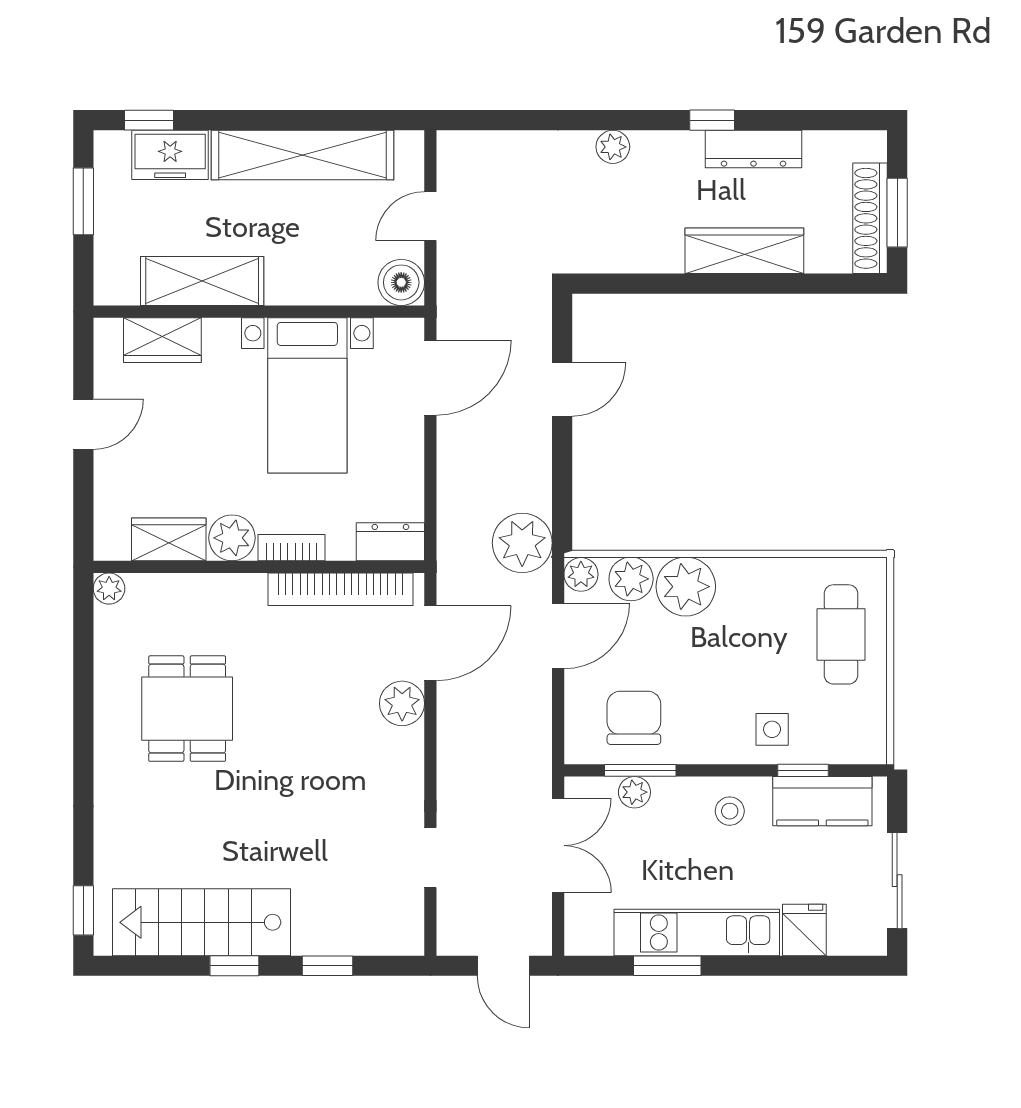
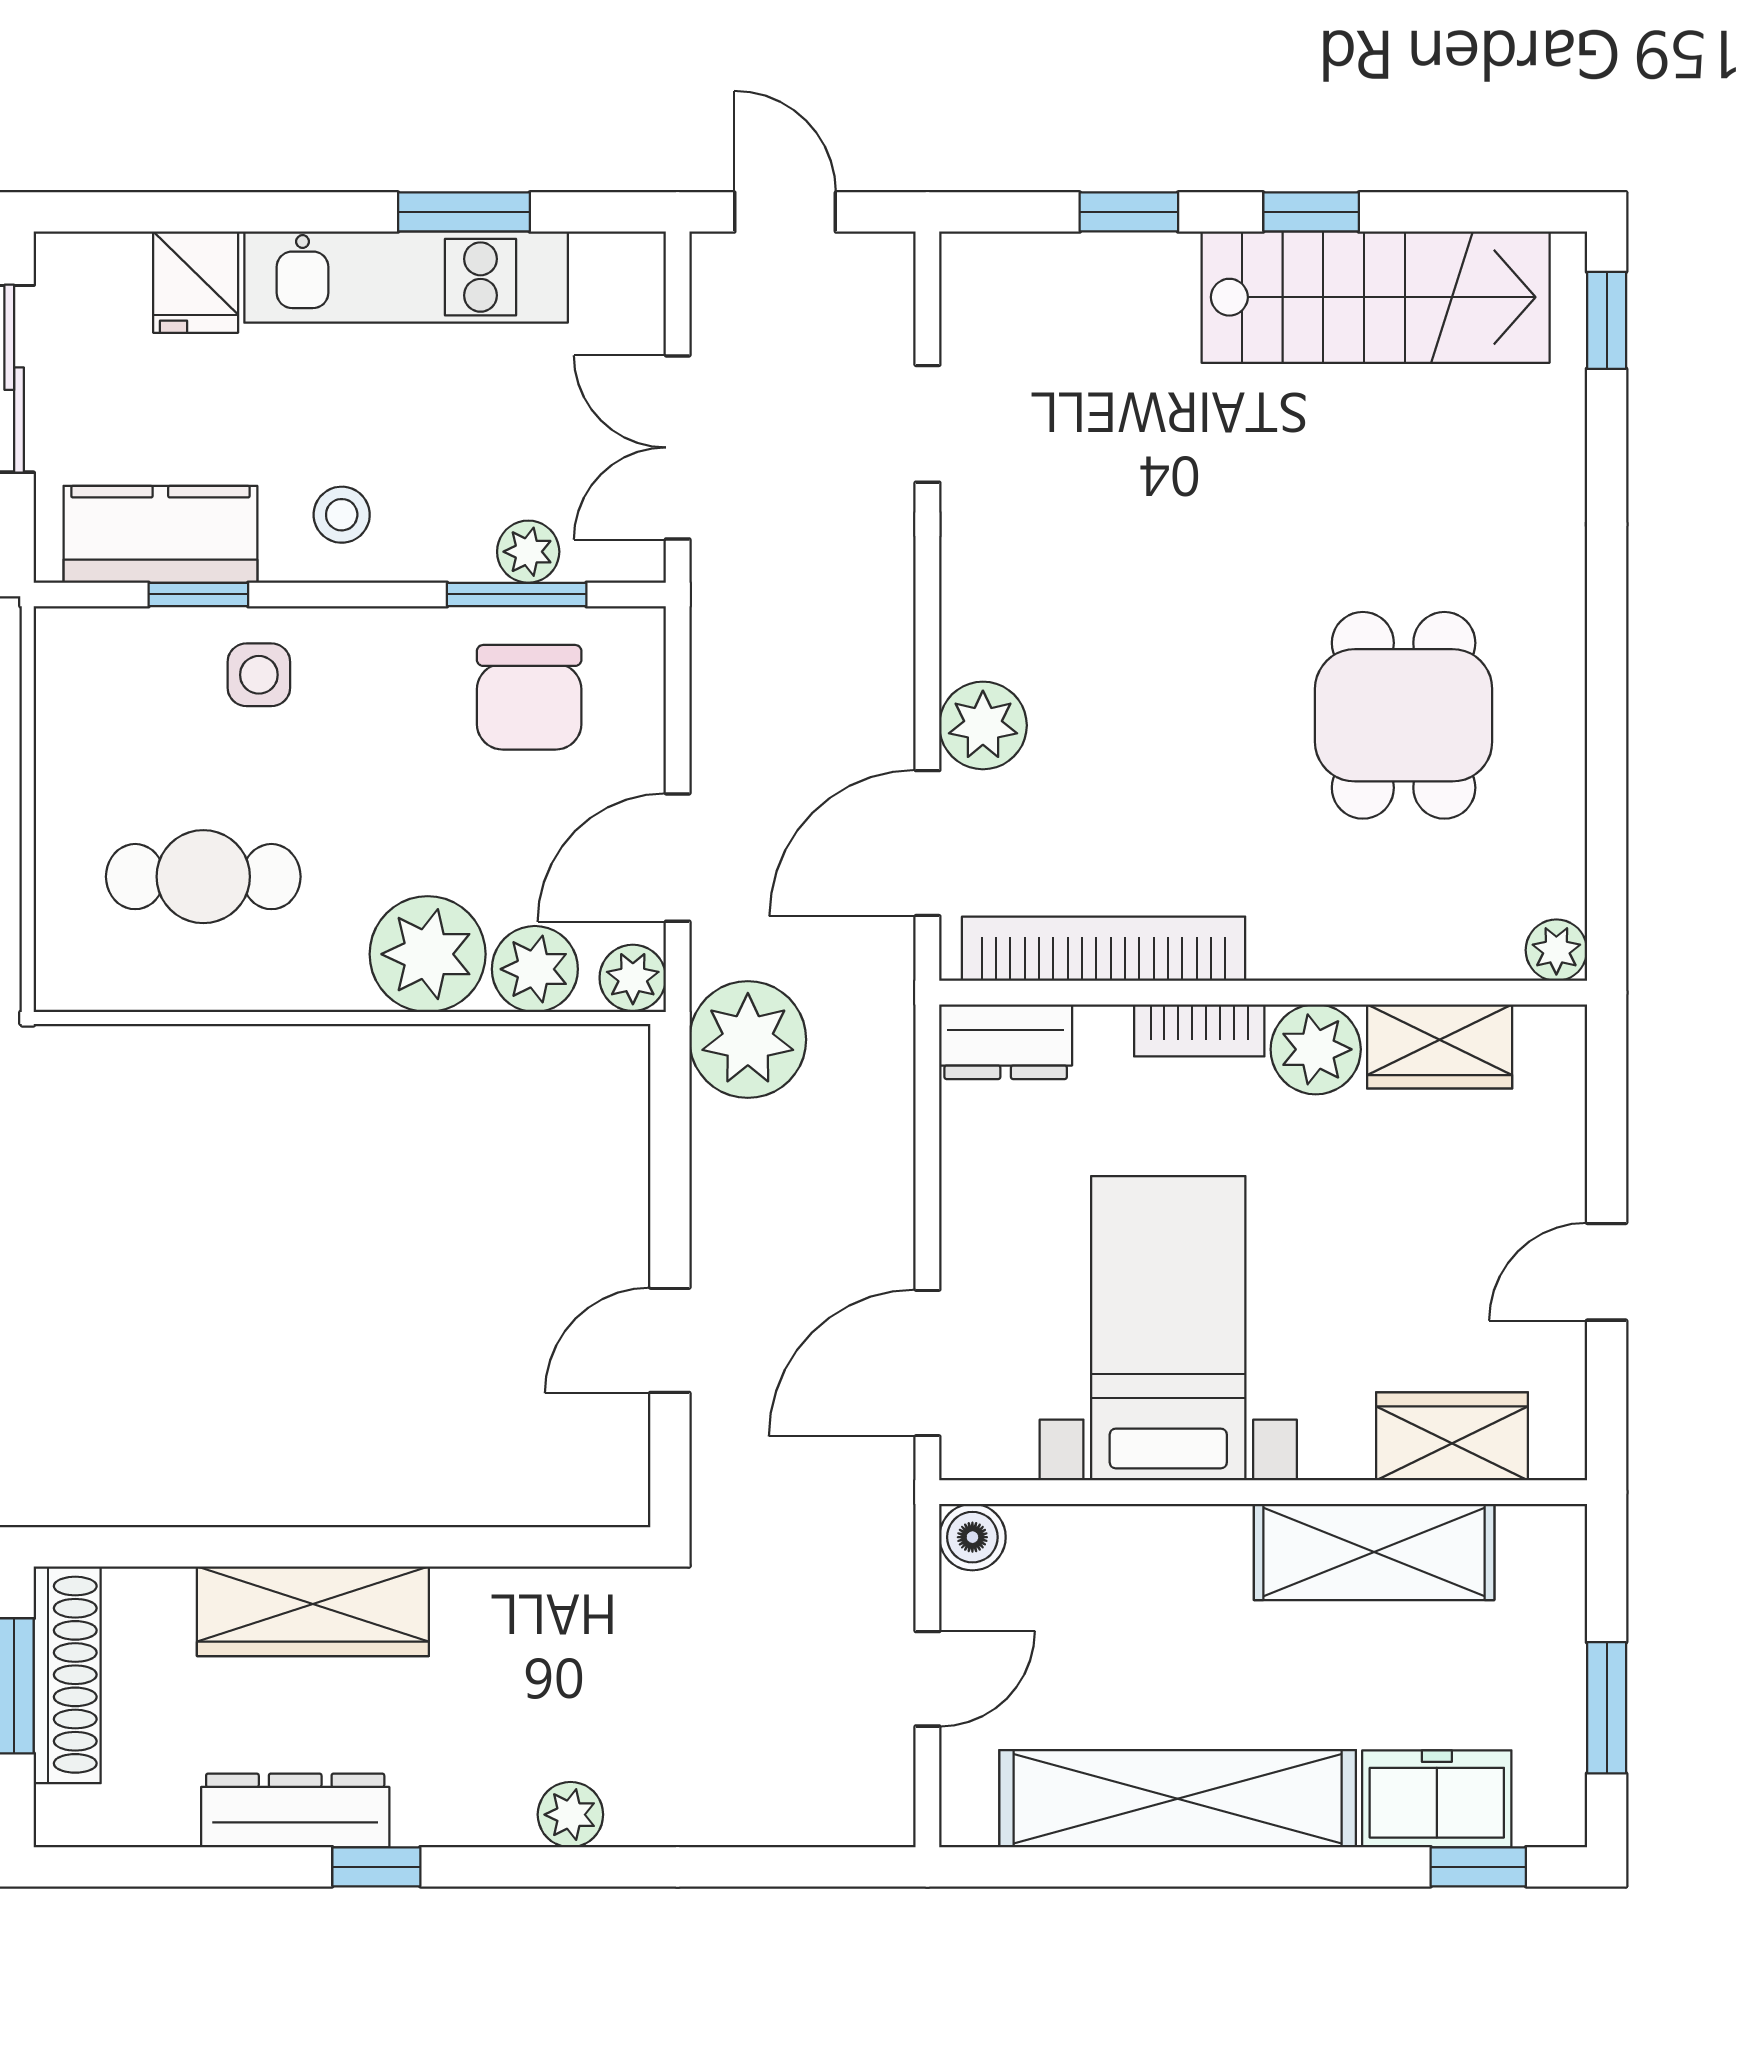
boiler: (401, 282) -> (972, 1537), width x0.73, depth x0.73
cafe table: (841, 634) -> (203, 877), moved, turned 90

